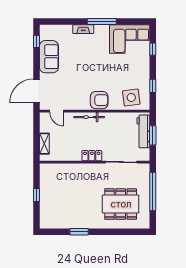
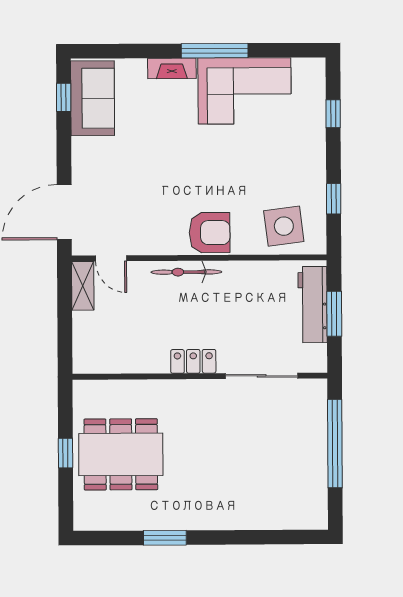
corner sofa: (130, 39) -> (244, 91), moved
sofa: (49, 57) -> (93, 98), moved
shelving: (44, 144) -> (83, 286), moved
dining table: (121, 204) -> (121, 454), moved

